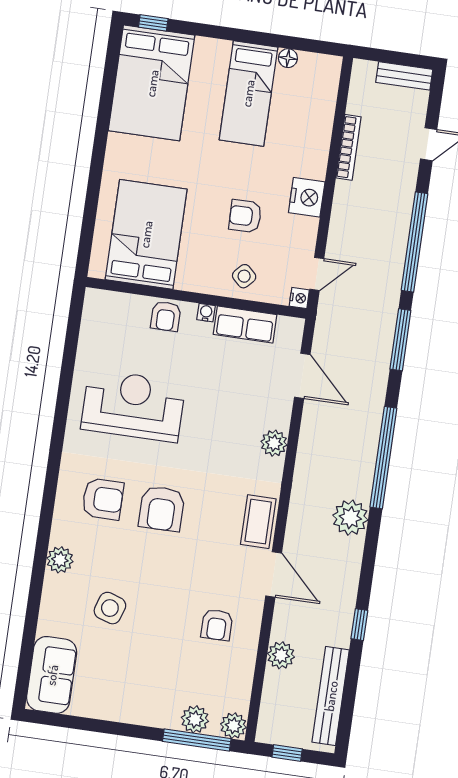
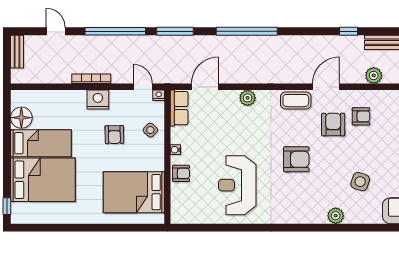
floor lamp: (288, 58) -> (21, 118), width x1.89, depth x1.89
bed: (152, 83) -> (43, 180), moved
bookcase: (349, 147) -> (91, 79), moved
row of seats: (245, 325) -> (179, 108), moved
armchair: (103, 499) -> (333, 124), moved
plant: (350, 518) -> (285, 46), removed

